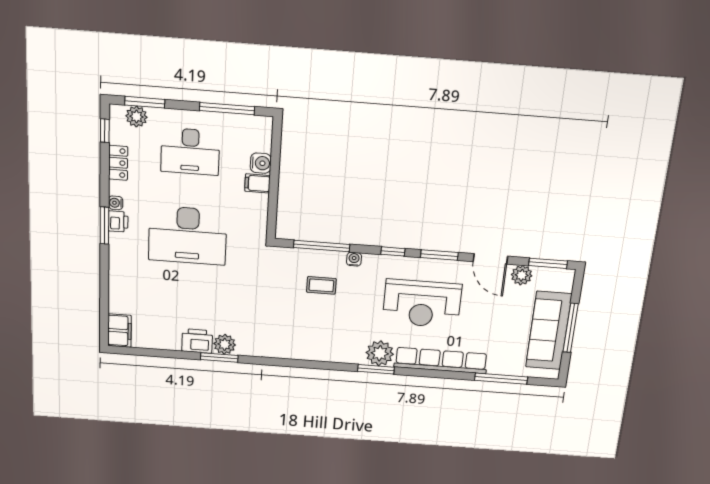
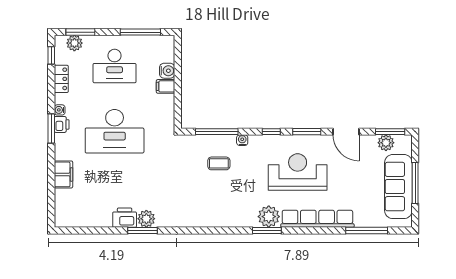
plant: (522, 275) -> (386, 143), moved
reception desk: (422, 304) -> (298, 172), turned 180
filing cabinet: (119, 331) -> (63, 174), moved

